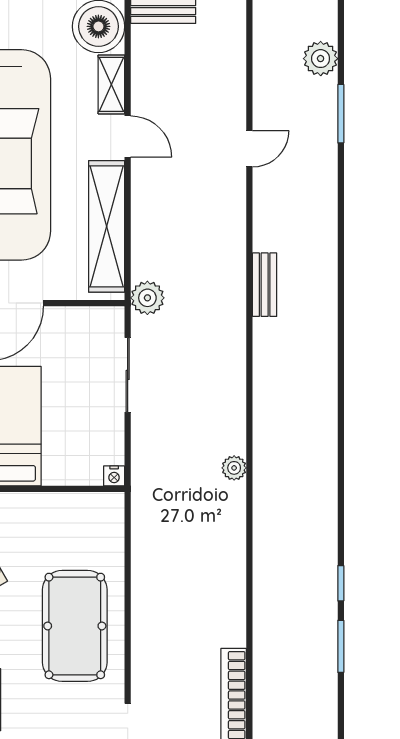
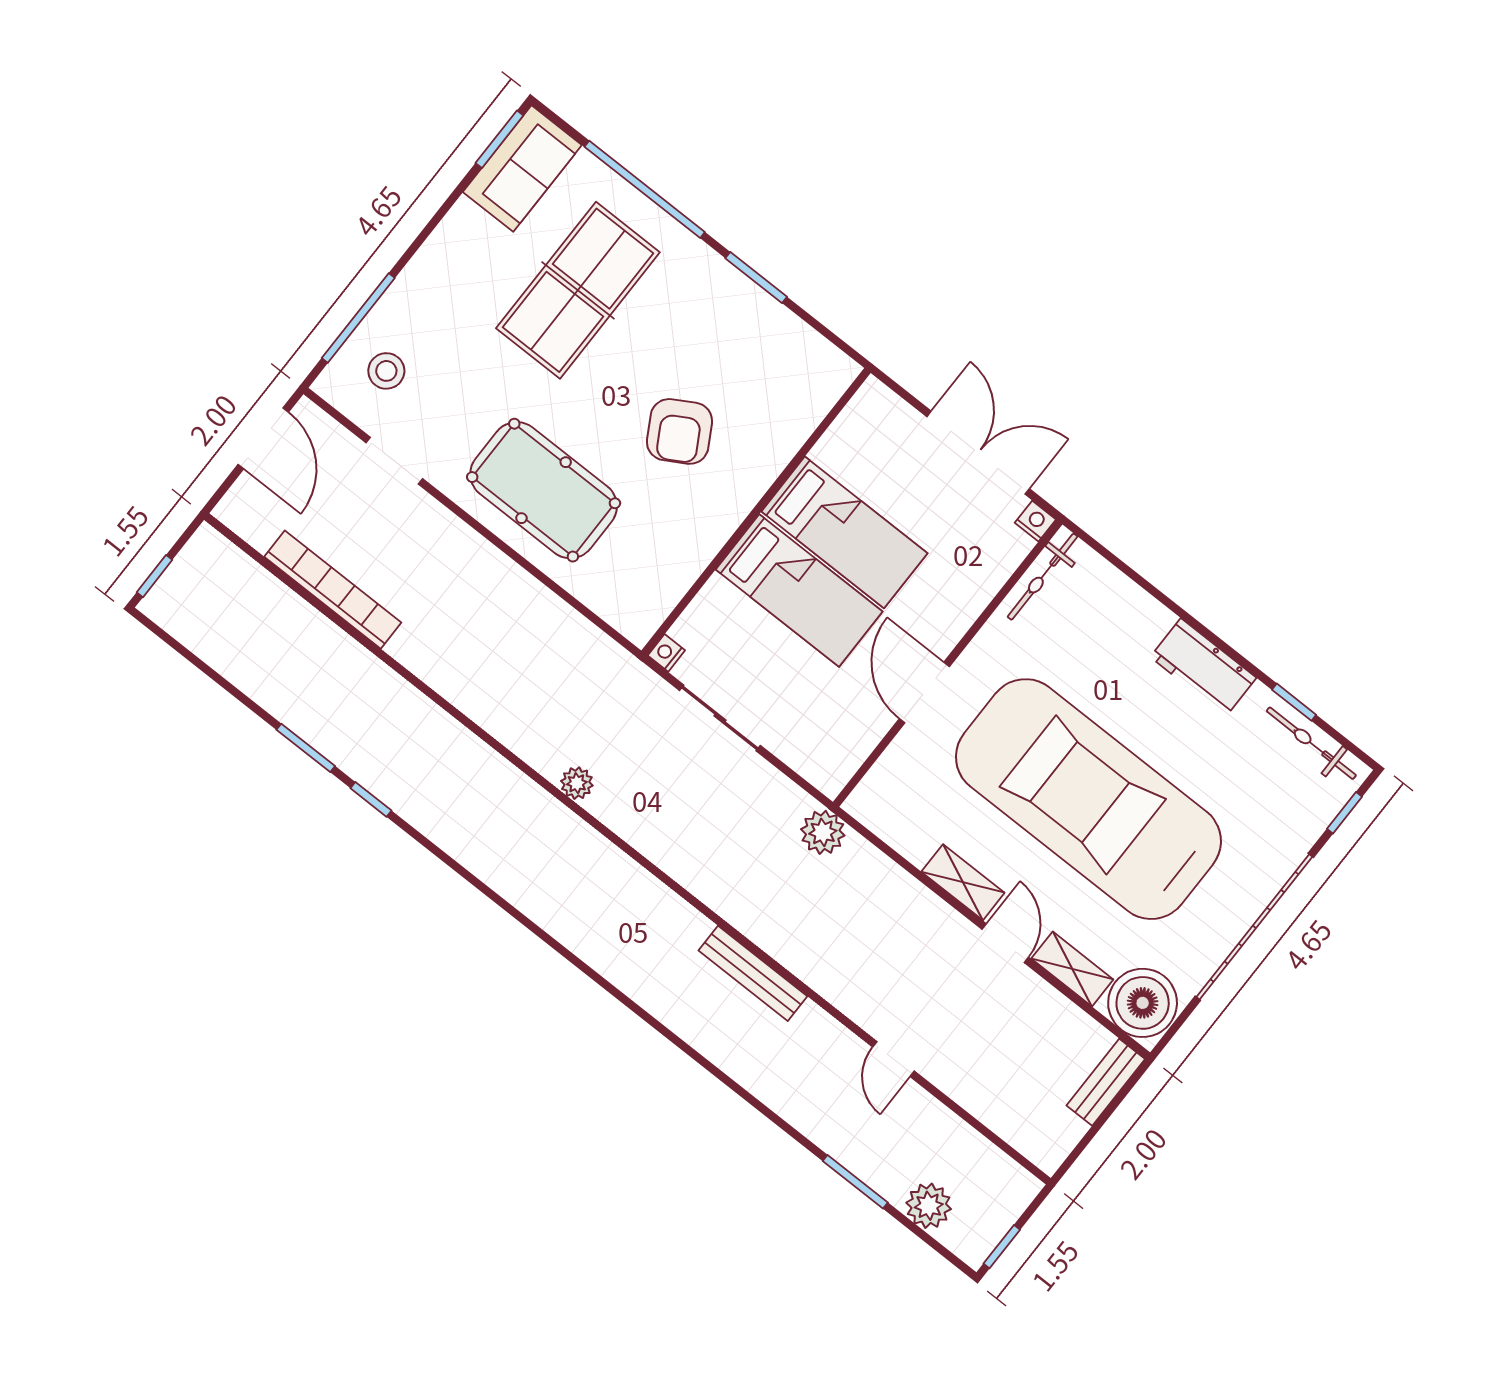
door: (128, 137) -> (1005, 943), swing flipped
shelving: (107, 226) -> (963, 882), width x0.45, depth x0.75
bench: (265, 285) -> (753, 973), width x1.36
sliding door: (128, 375) -> (720, 718), moved

